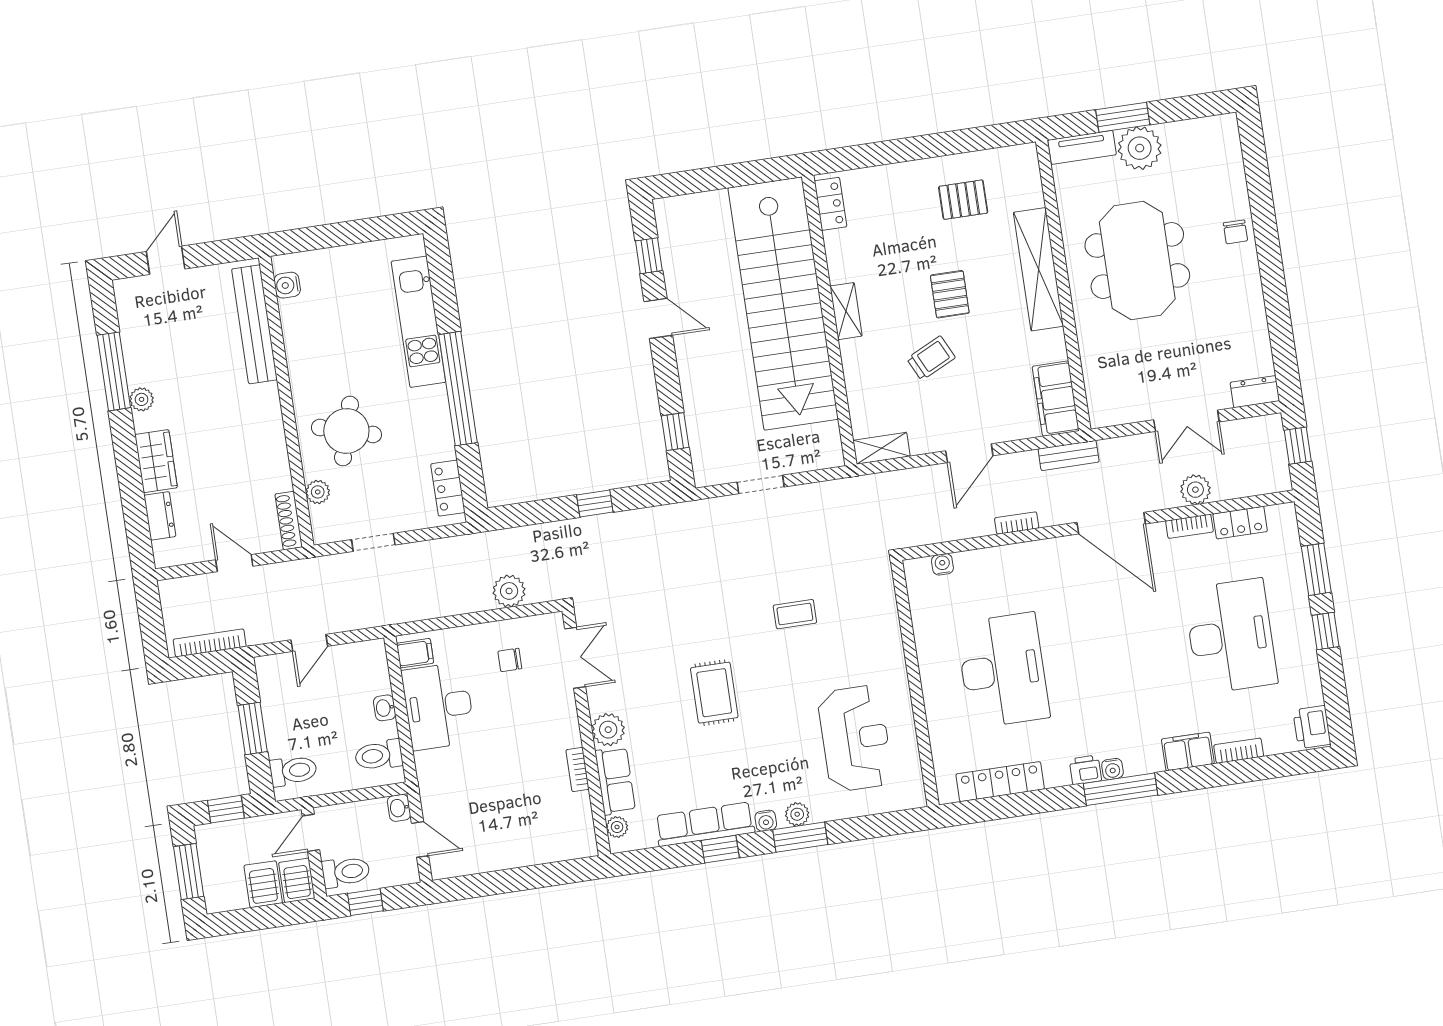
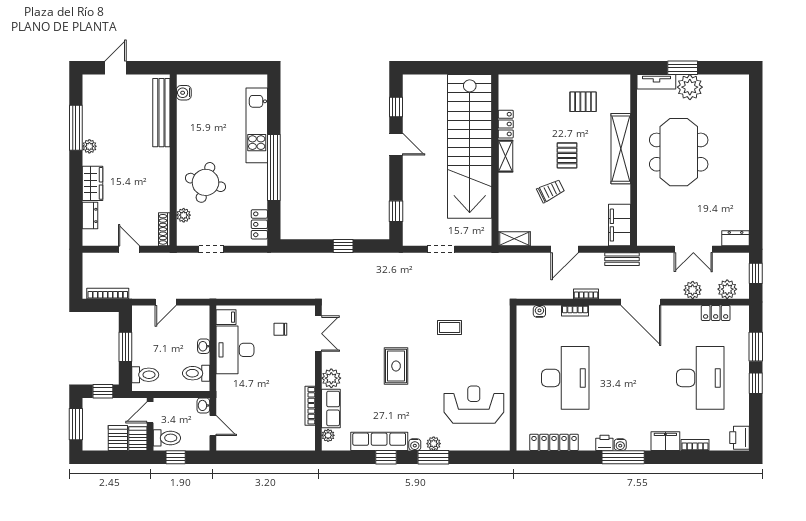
locker: (830, 204) -> (506, 124), moved
chair: (1235, 232) -> (738, 144), removed
bookcase: (1189, 526) -> (575, 311), moved
plant: (509, 591) -> (727, 289), moved
reception desk: (855, 738) -> (474, 405), turned -90
bookcase: (577, 770) -> (310, 406), width x1.56

